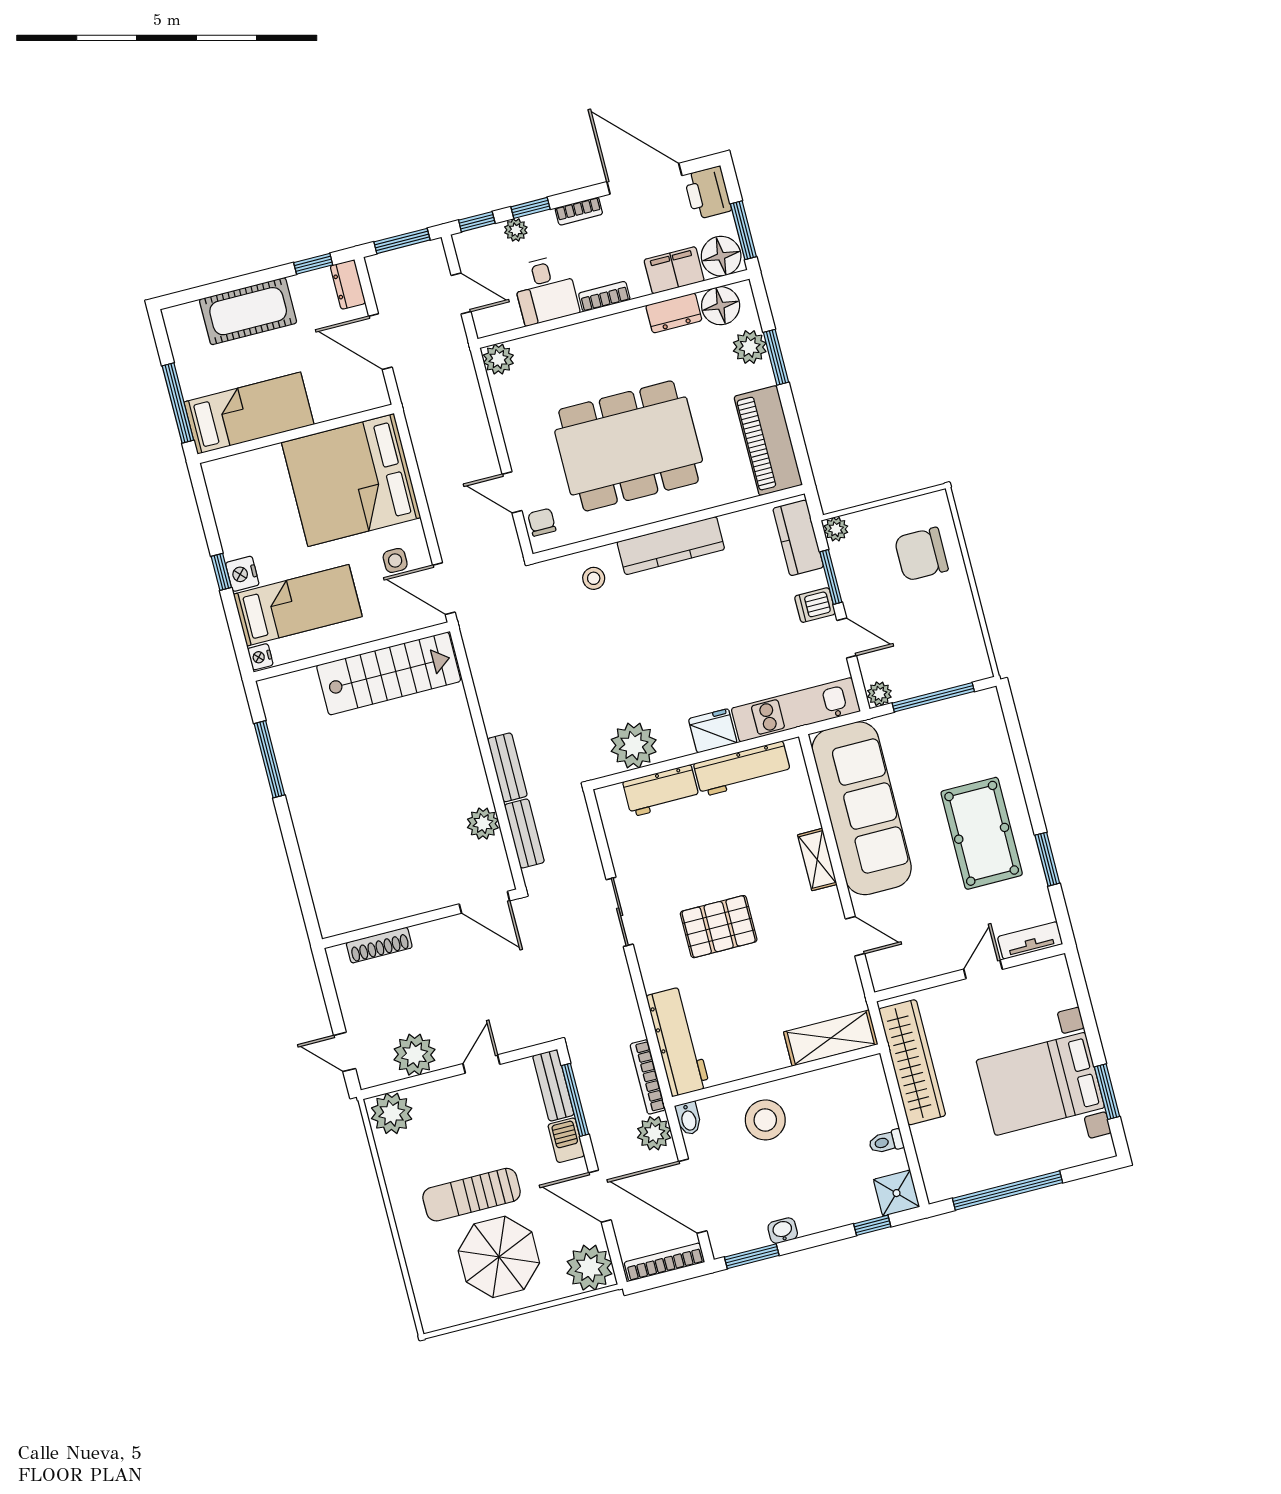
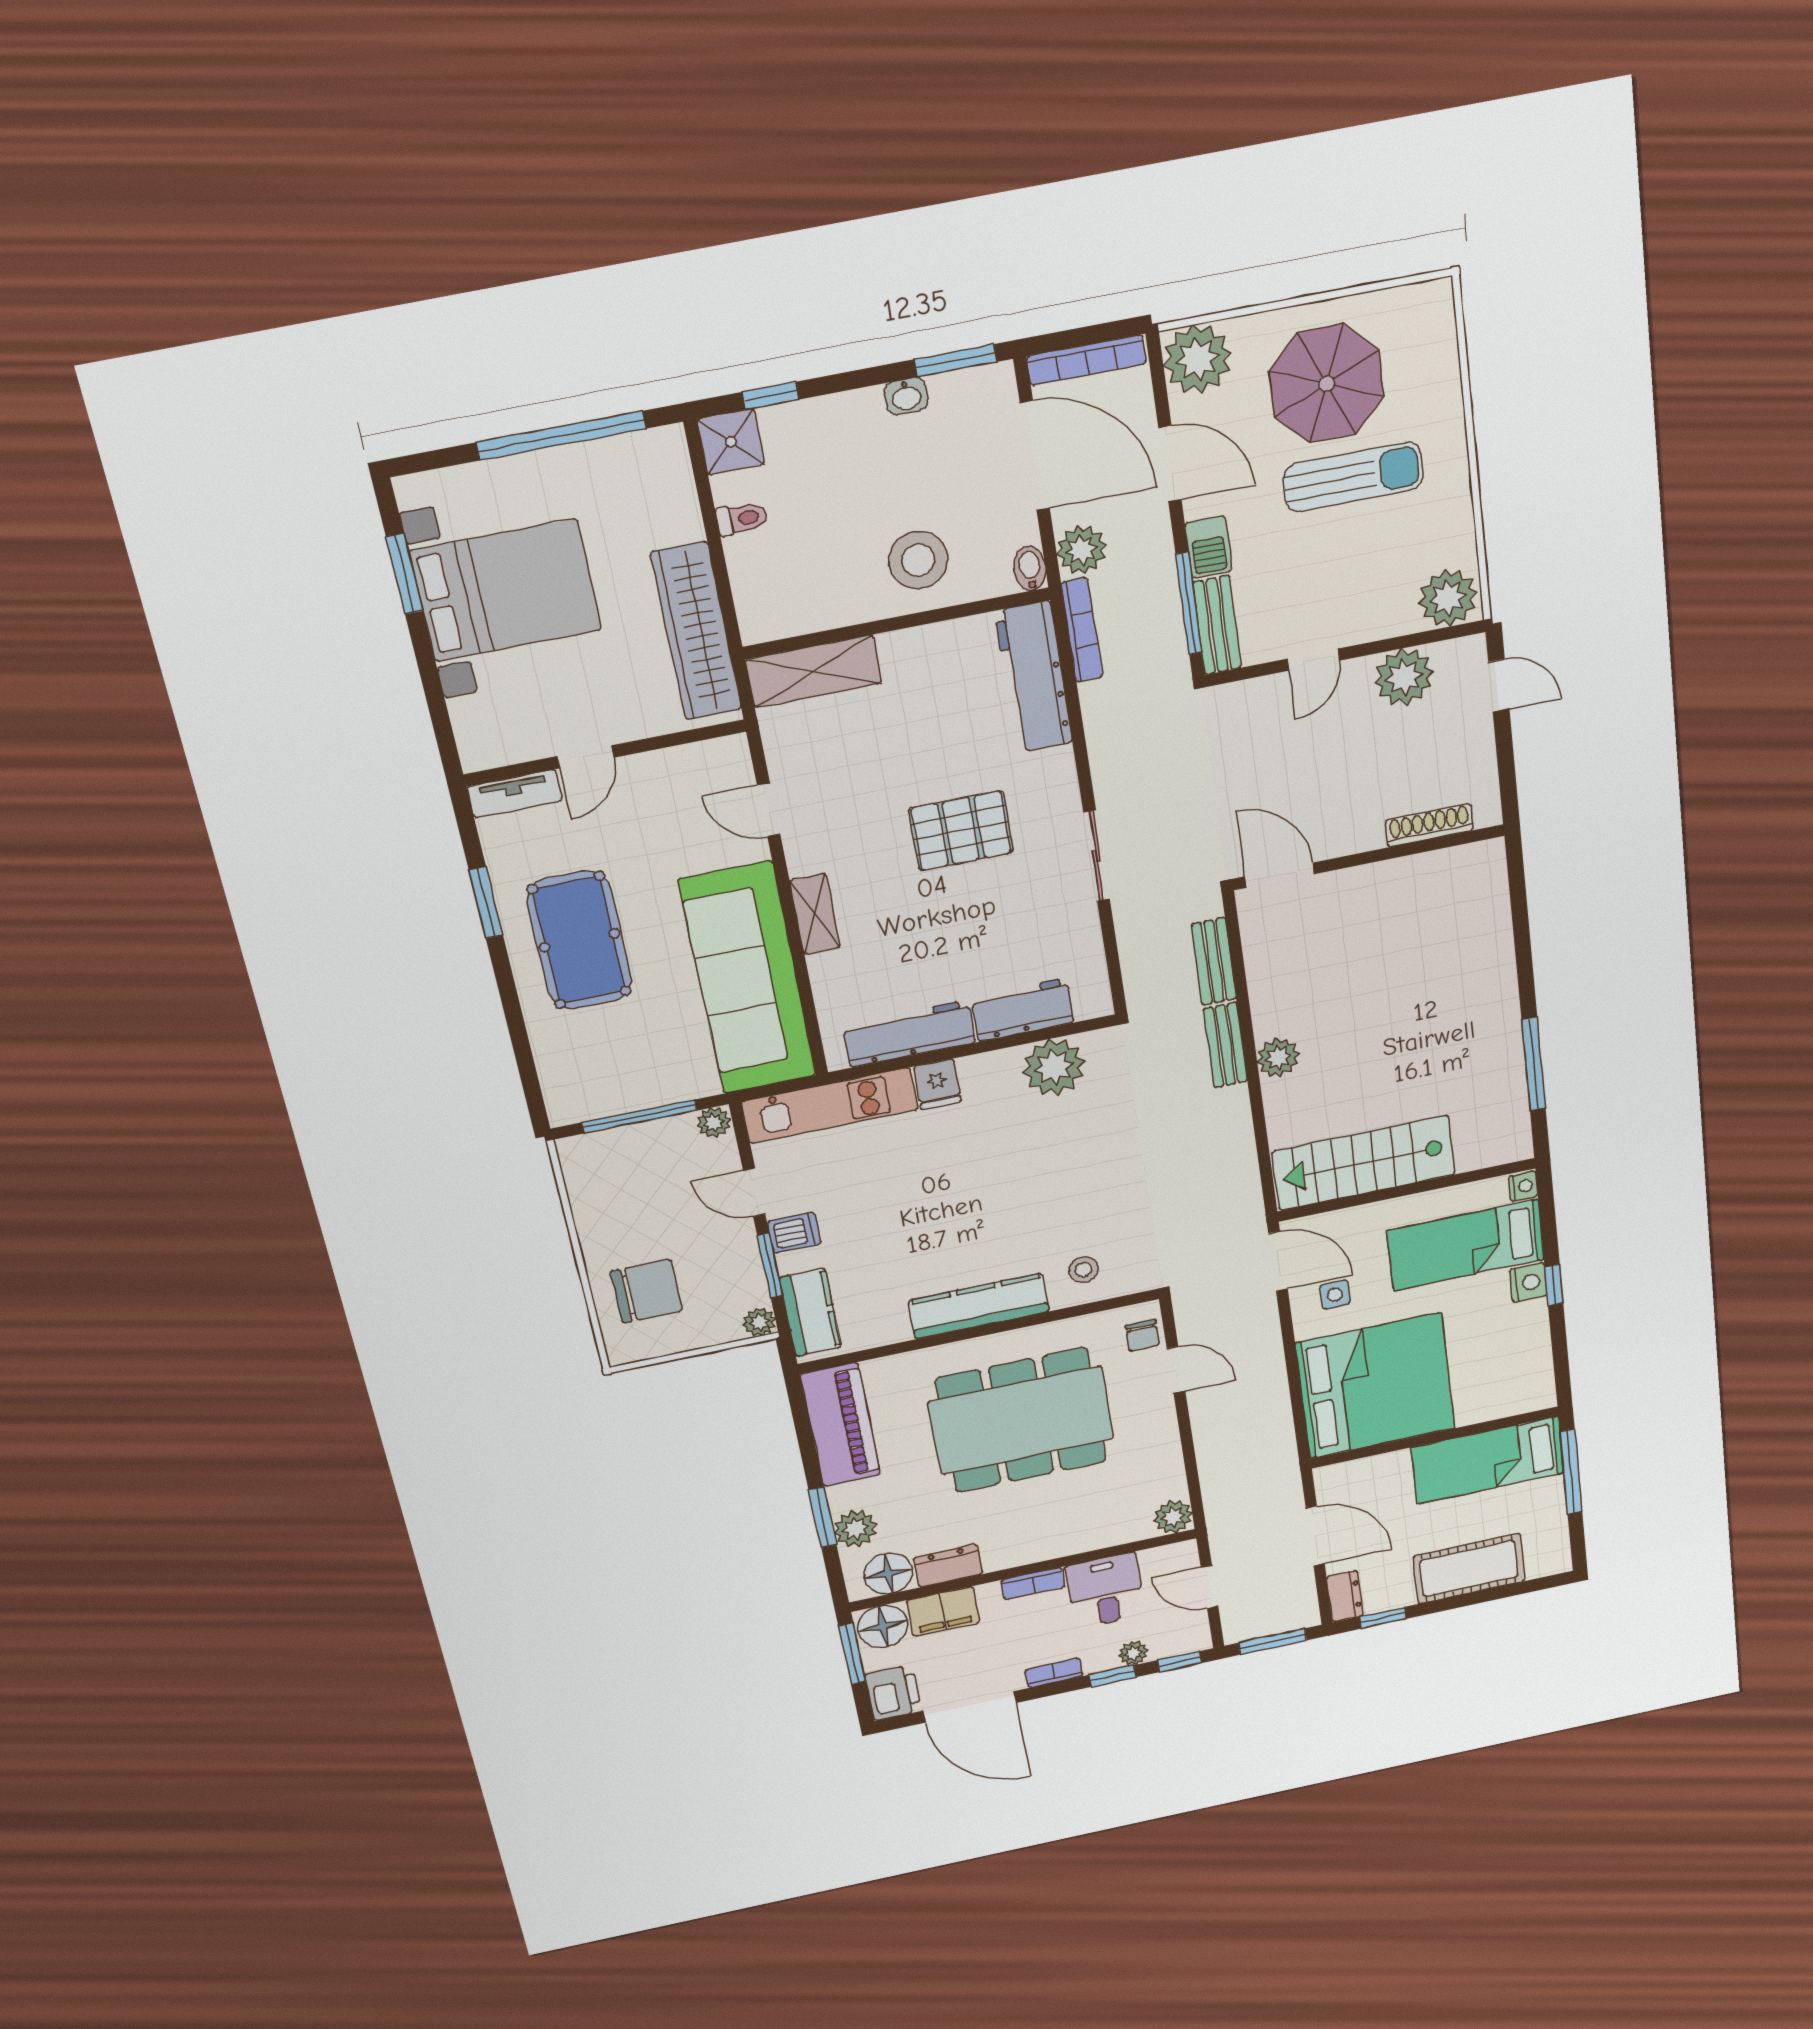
fridge: (713, 731) -> (937, 1084), width x0.72
plant: (483, 824) -> (1278, 1058), moved

